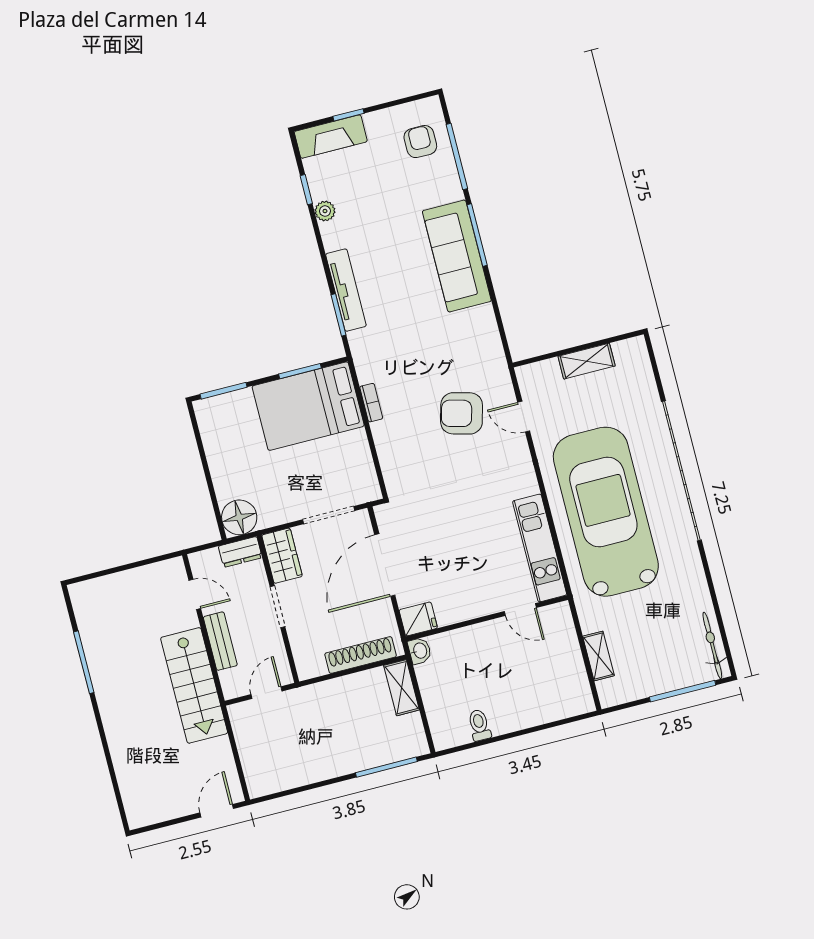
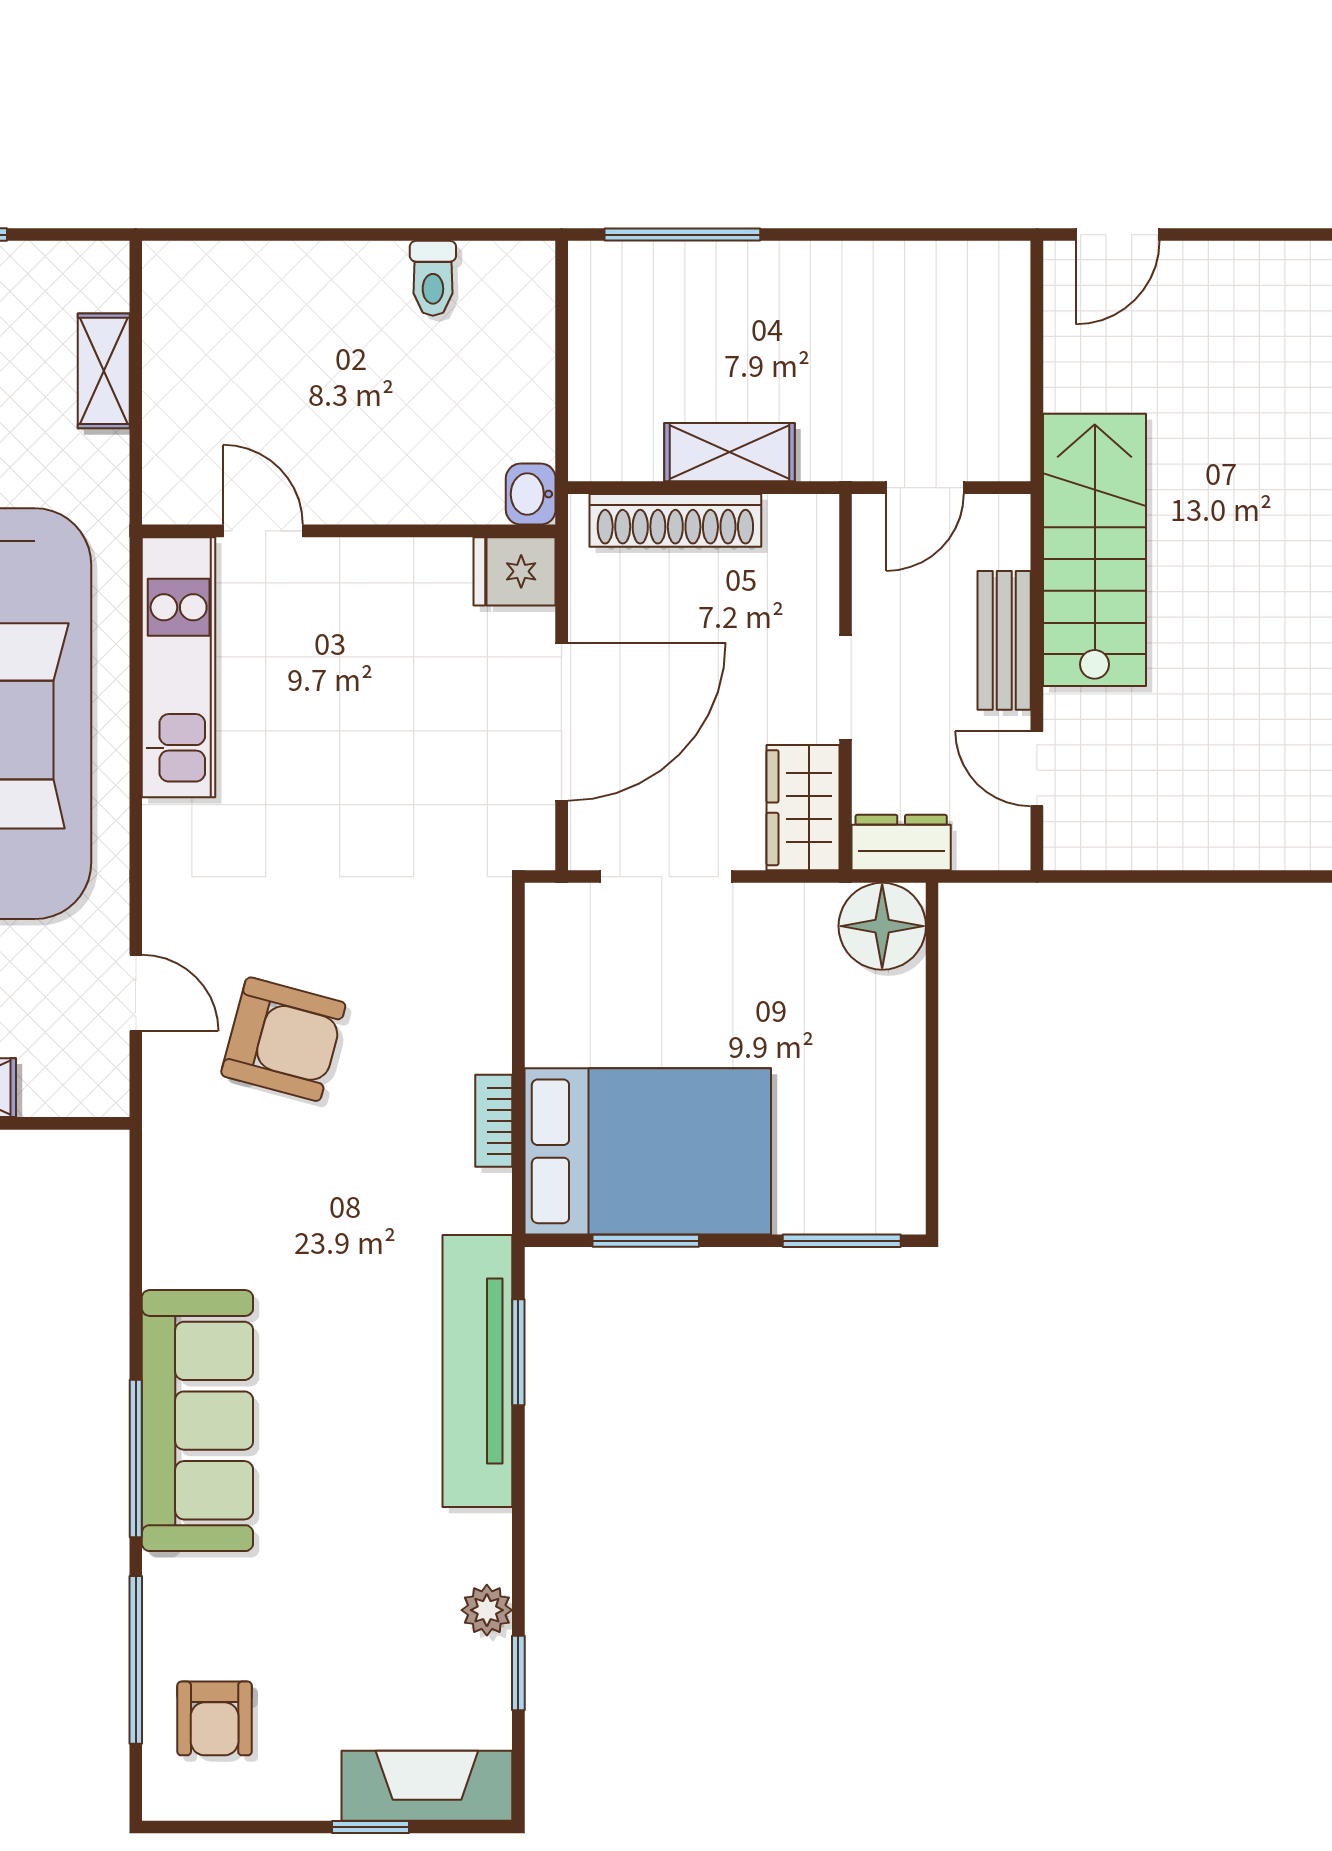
tv unit: (346, 290) -> (477, 1371), width x1.36, depth x1.29
shelving: (402, 688) -> (729, 452), moved, turned 90

